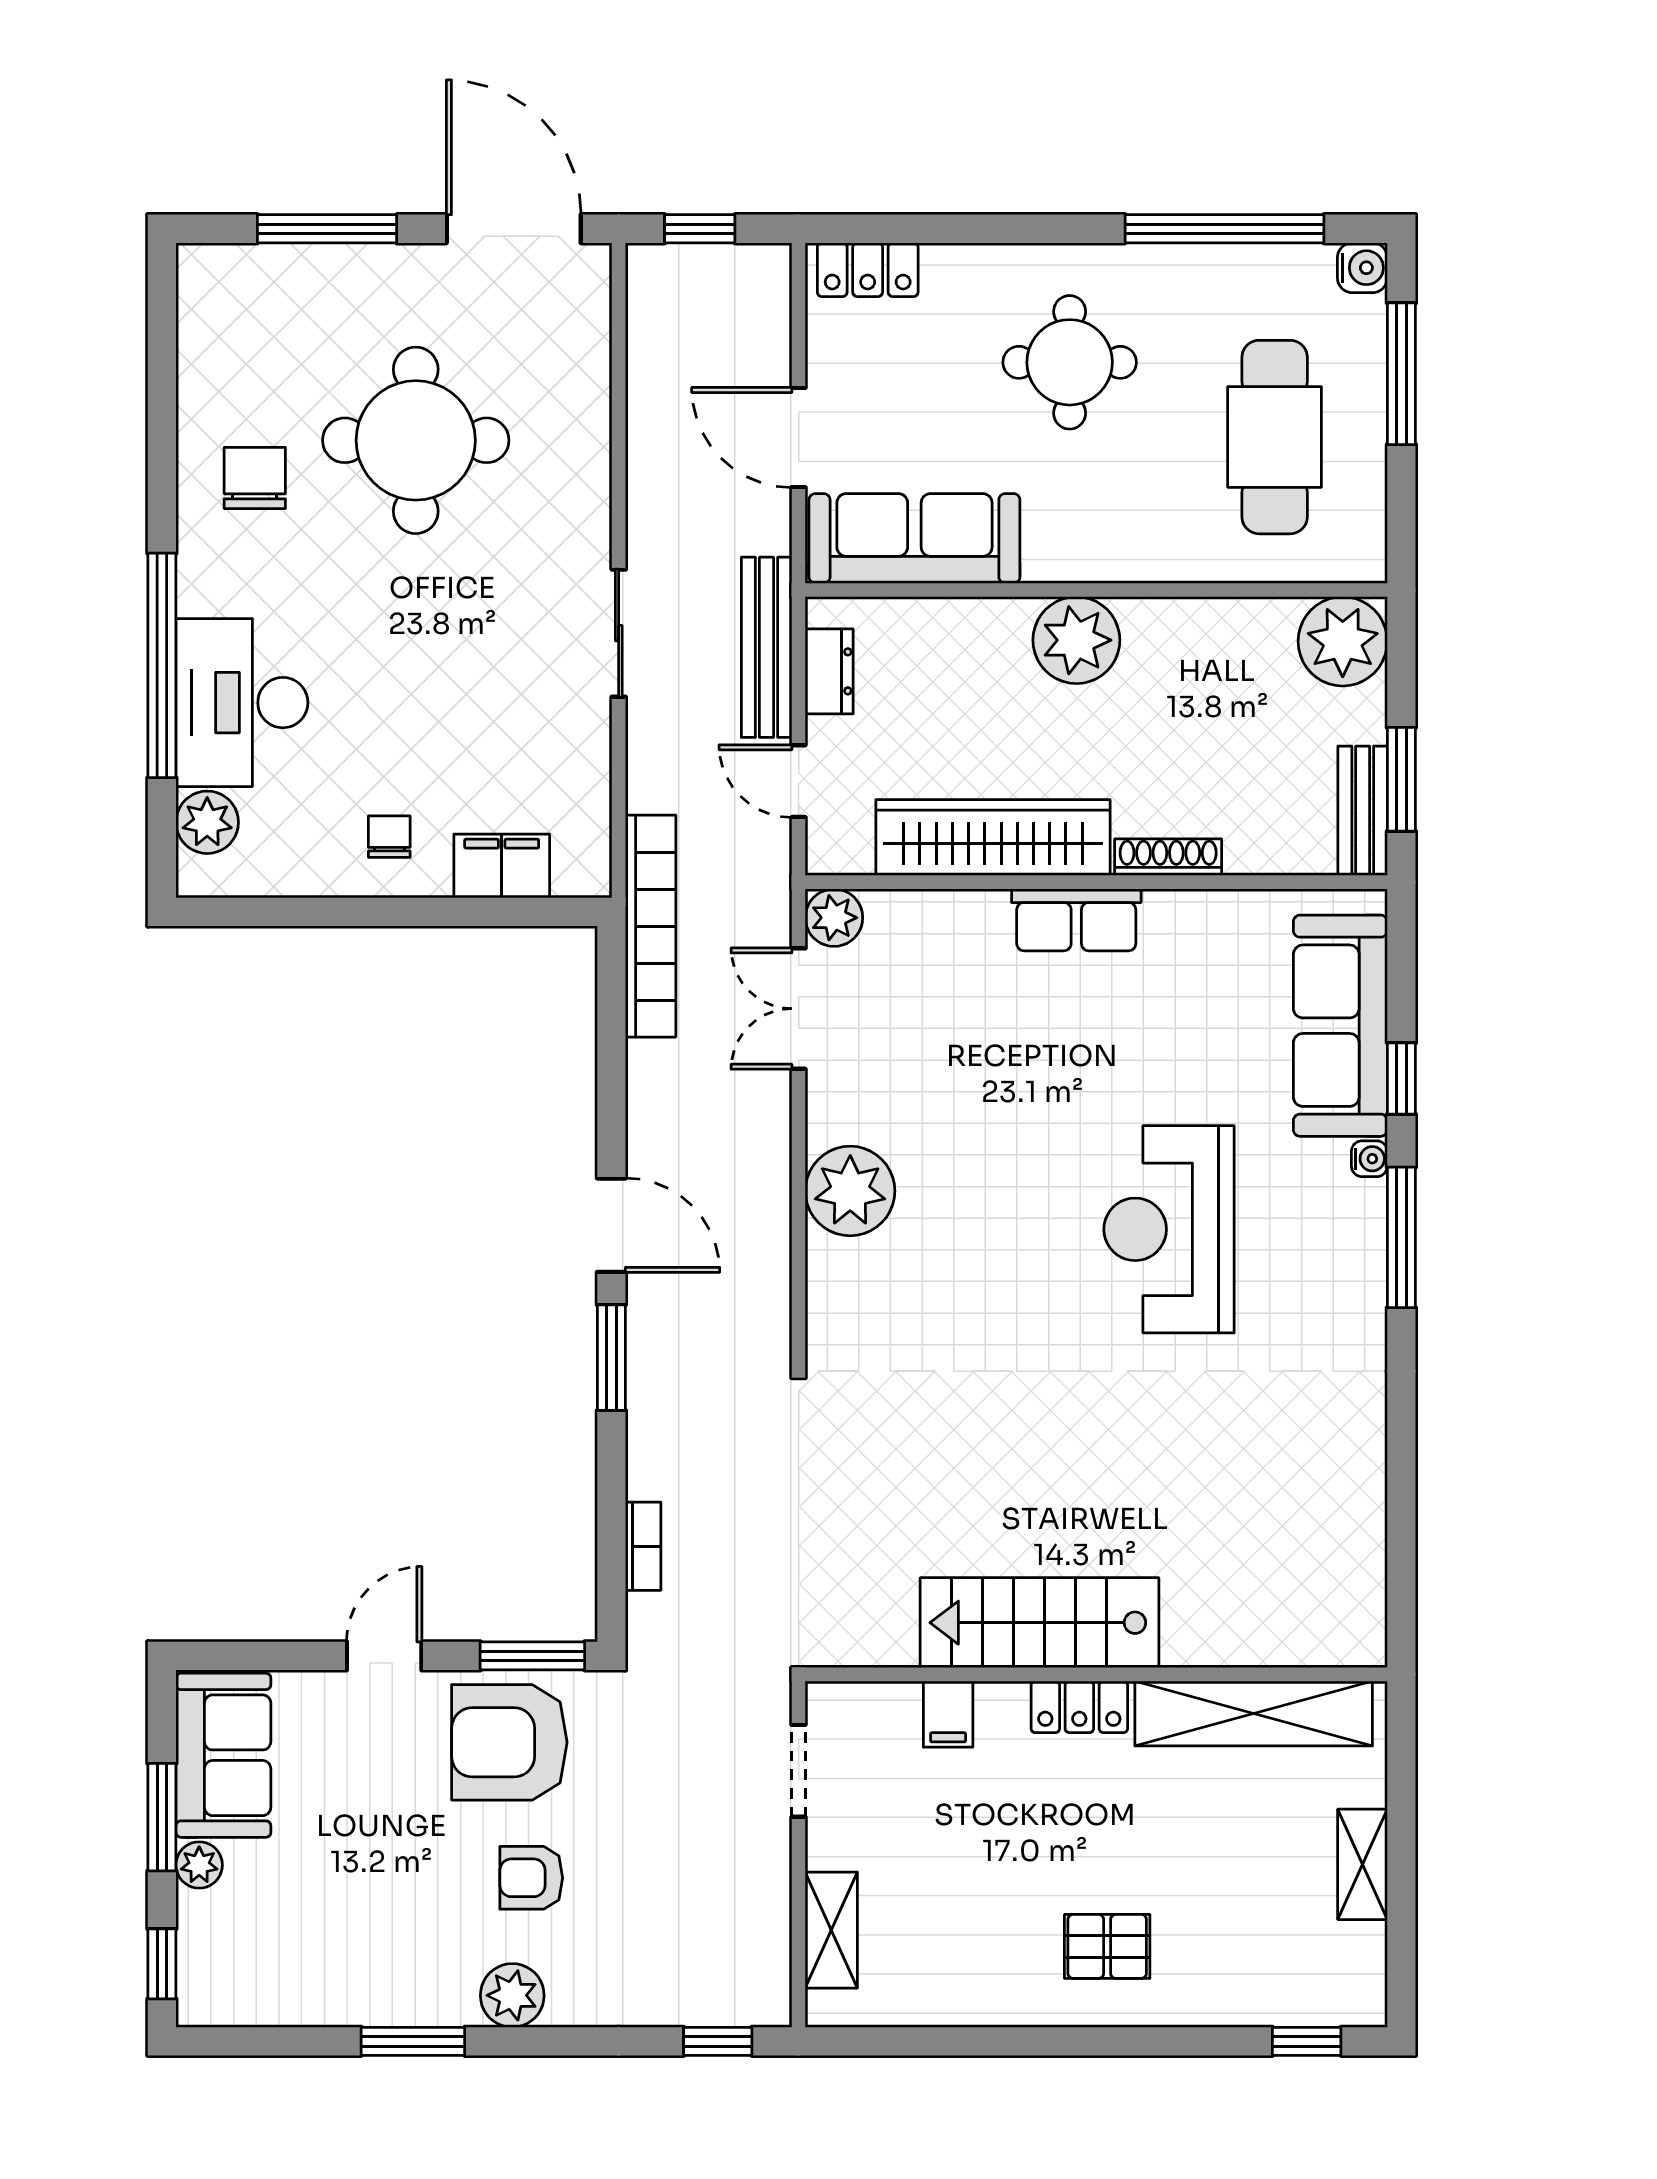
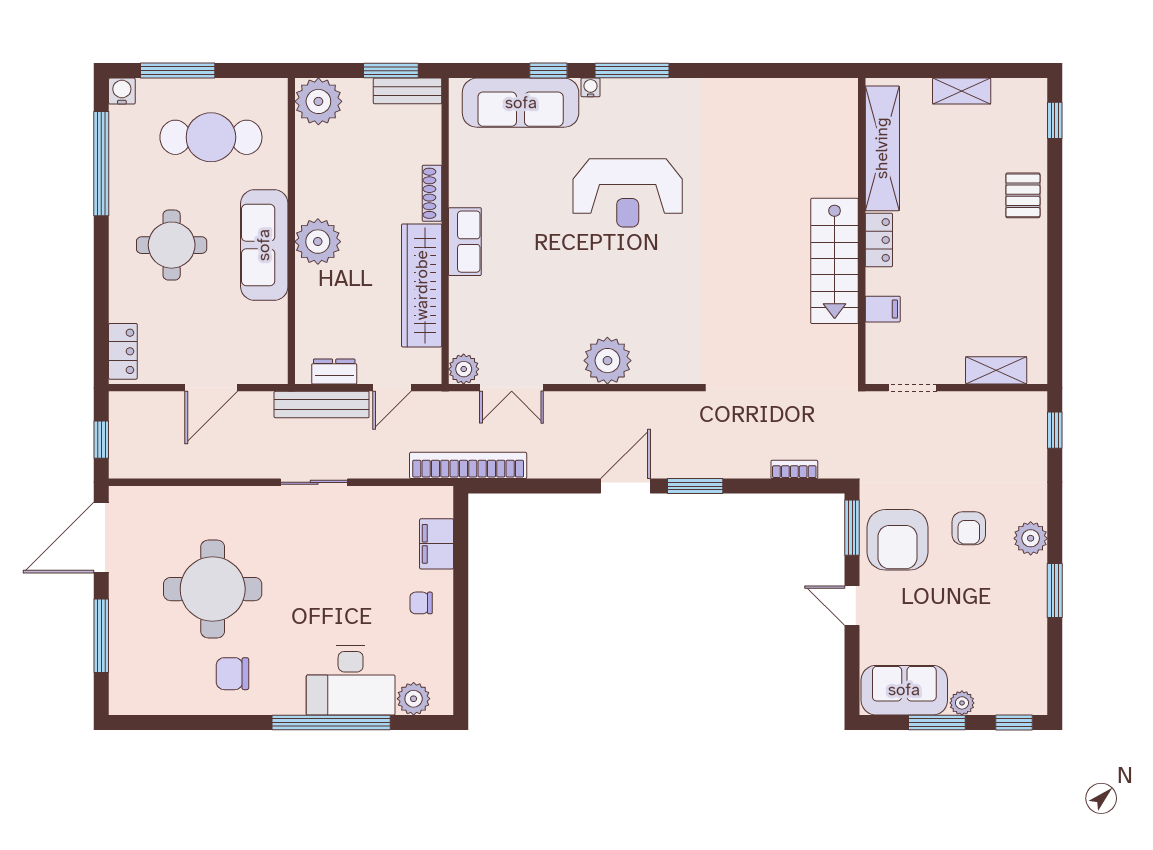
sofa: (914, 538) -> (264, 245), moved
pallet: (1107, 1946) -> (1023, 195), moved

